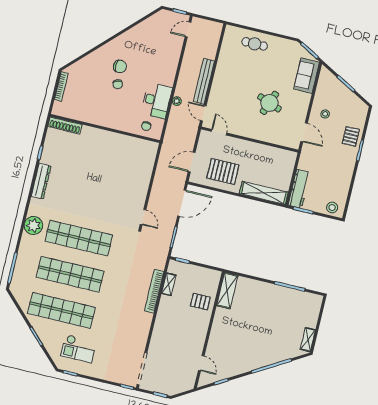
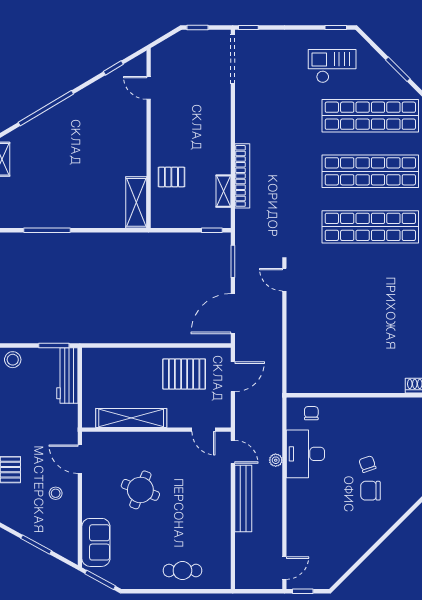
shelving: (264, 193) -> (131, 418), moved

